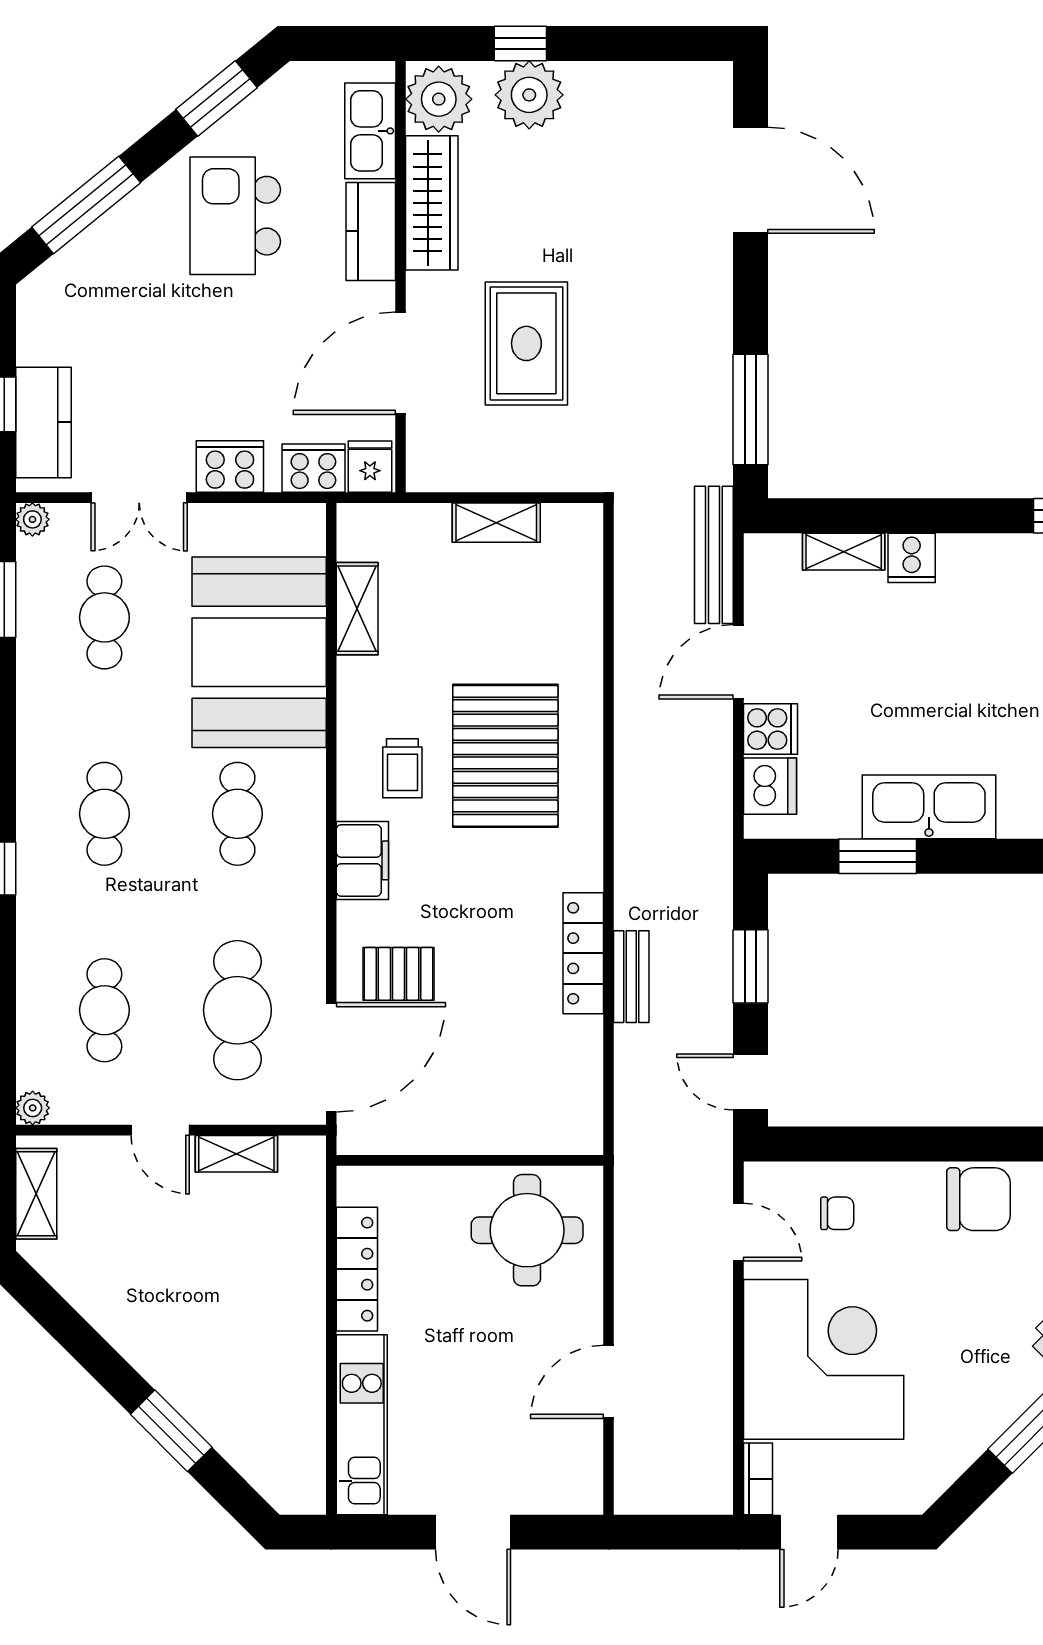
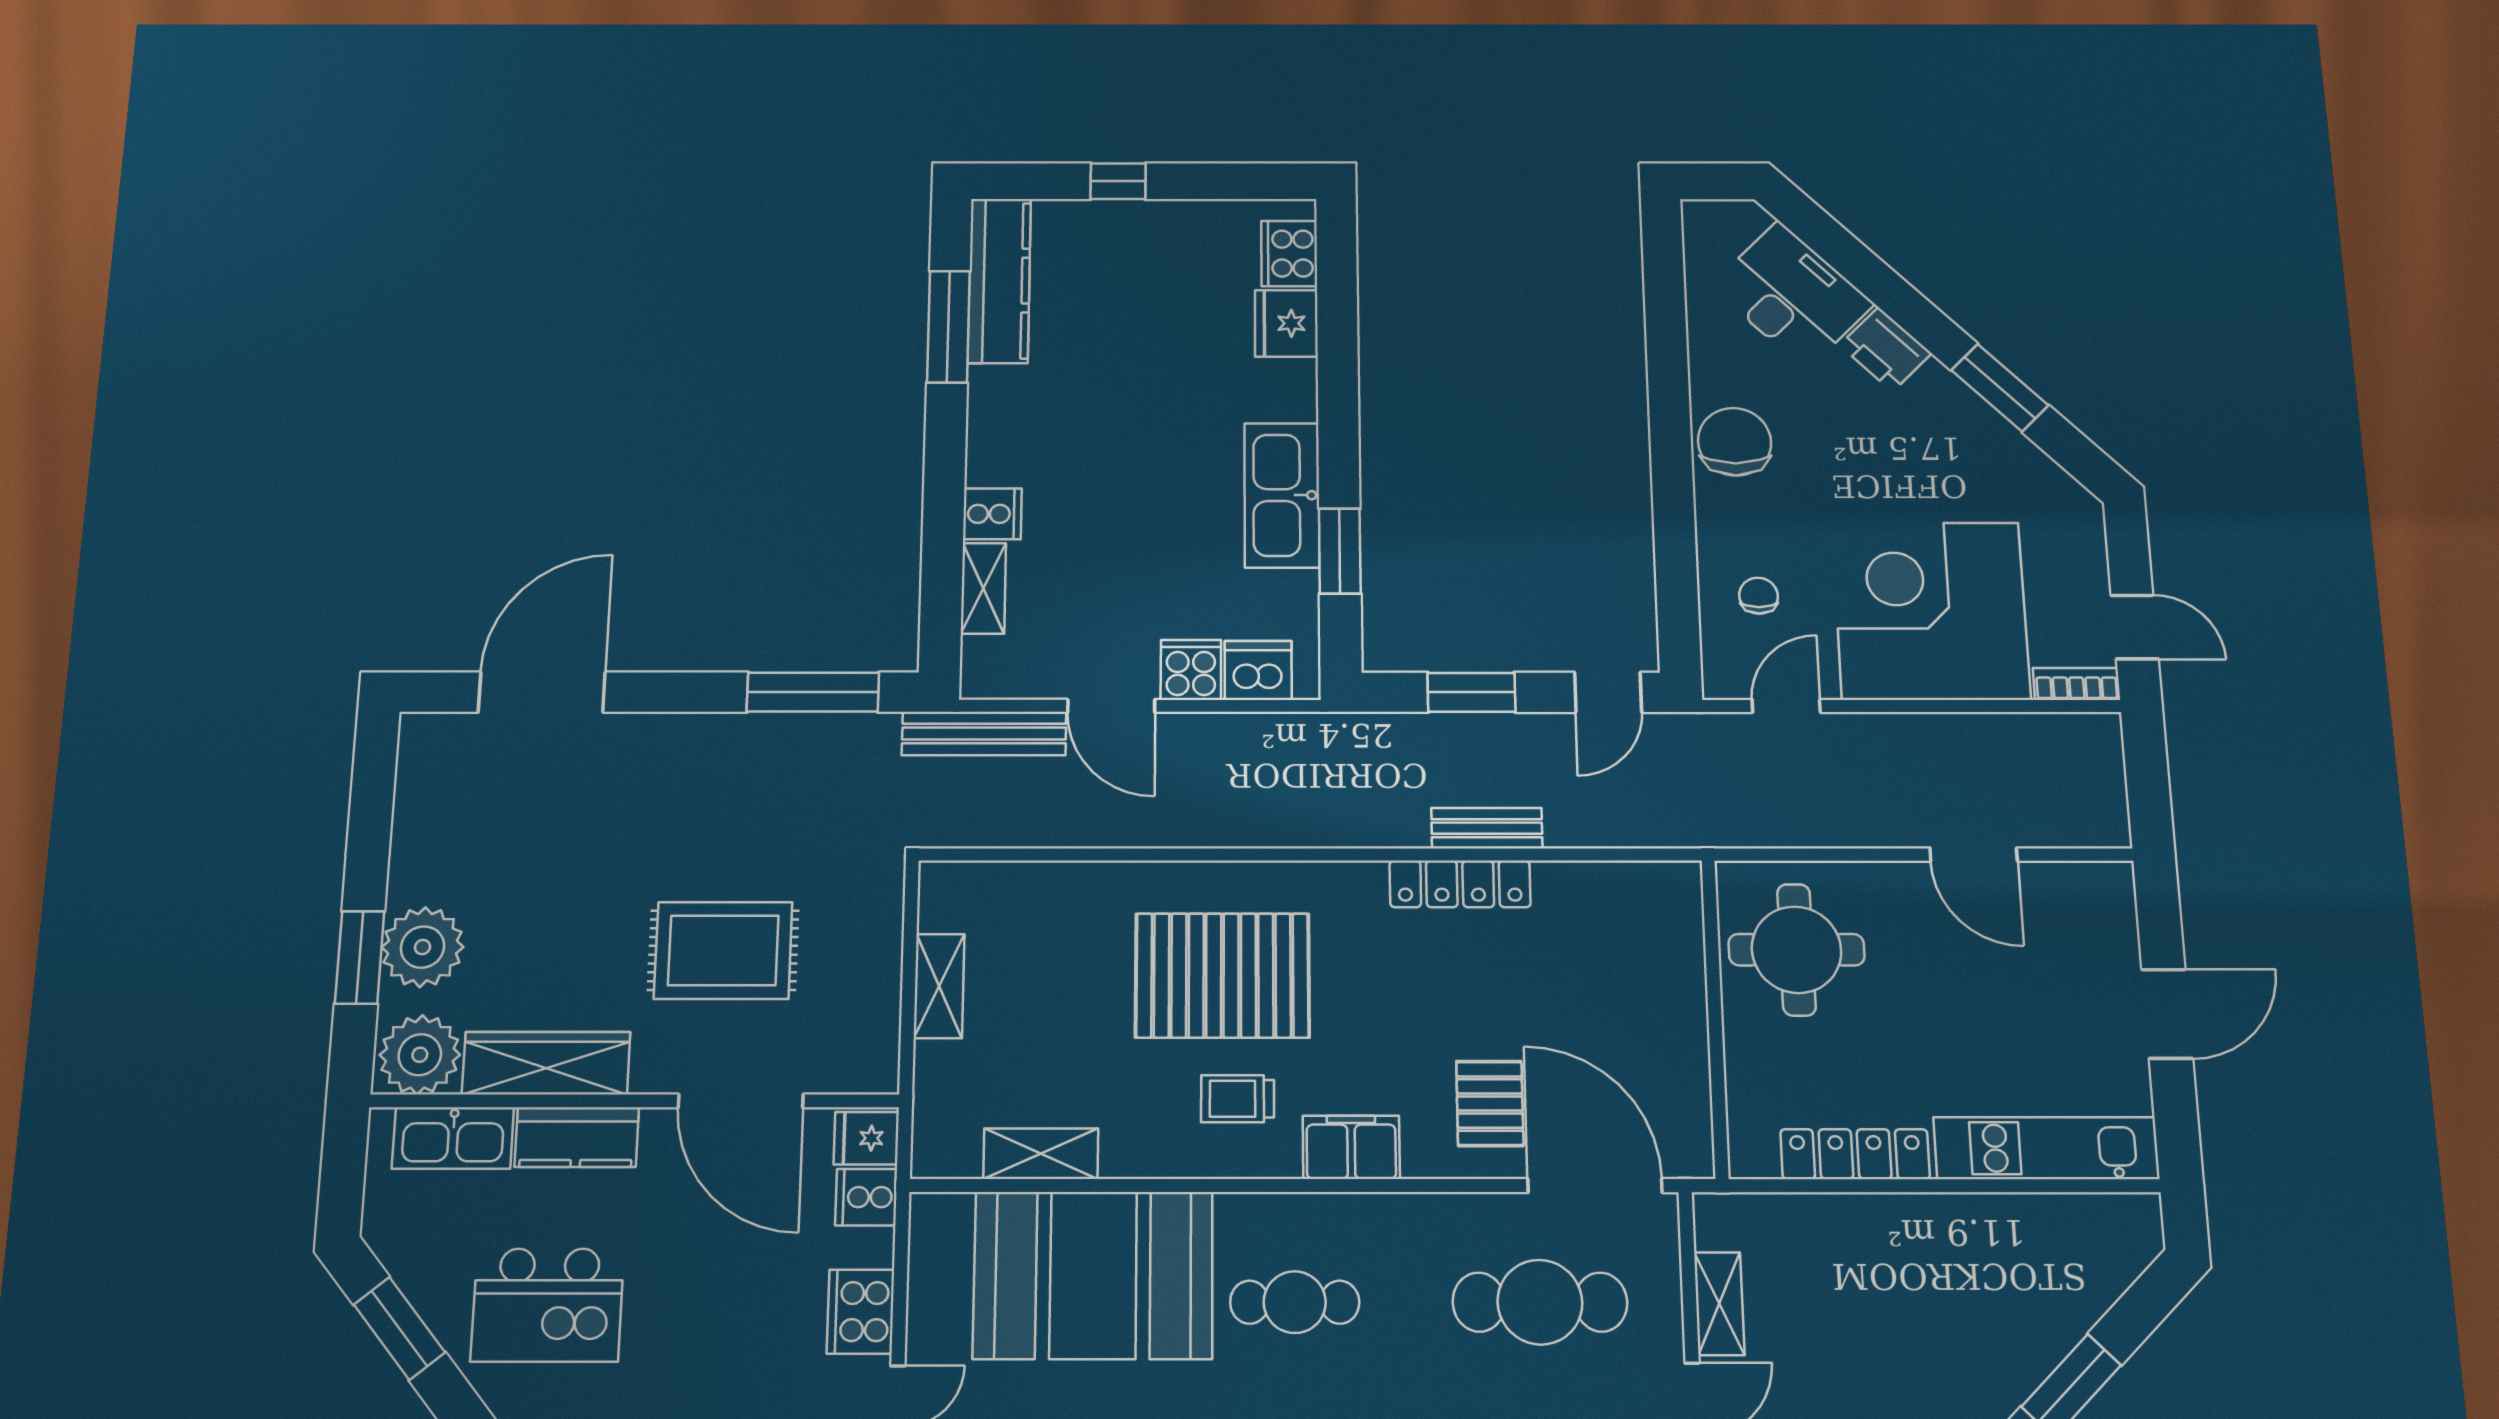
window: (520, 44) -> (360, 957), width x1.50
cooker: (313, 468) -> (866, 1197), width x0.73
trolley: (402, 768) -> (1238, 1099), turned 180

